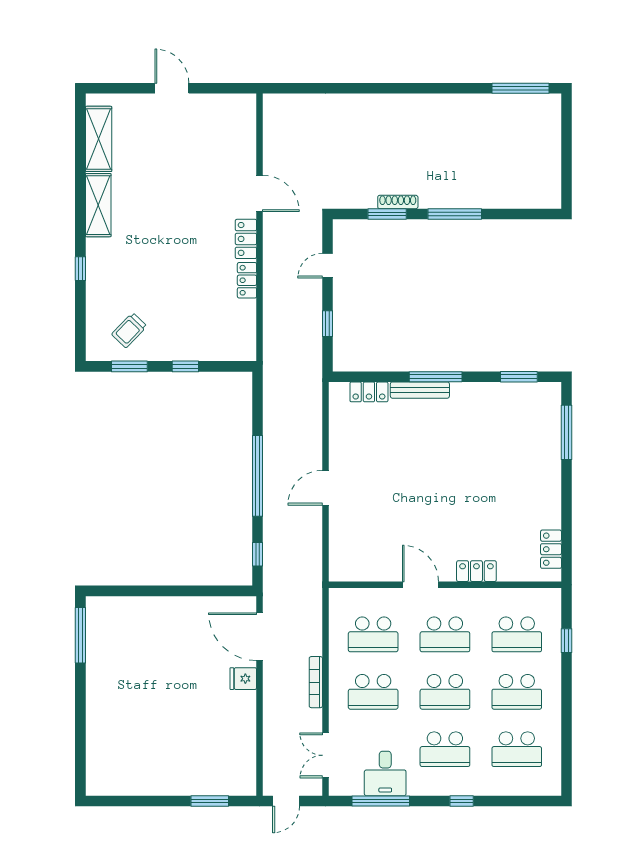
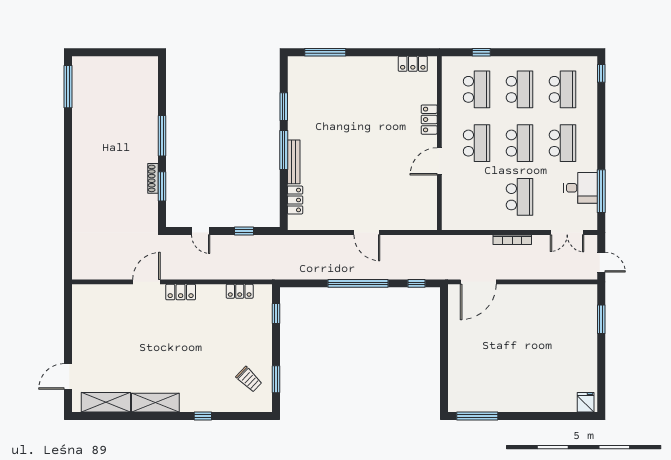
door: (172, 88) -> (68, 376), moved
locker: (247, 280) -> (240, 291), moved
window: (185, 366) -> (276, 314), moved
window: (519, 377) -> (284, 107), moved
school desk: (373, 634) -> (477, 197), removed
fridge: (243, 679) -> (586, 402), moved, turned 180
window: (462, 801) -> (601, 73), moved

